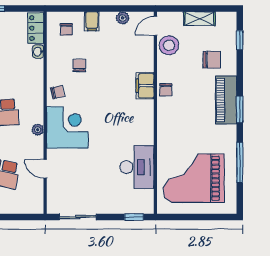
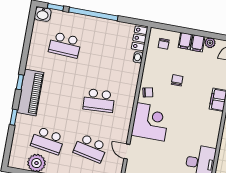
filing cabinet: (108, 21) -> (198, 43), added
chair: (79, 65) -> (177, 80), moved
plant: (38, 130) -> (127, 119), removed

